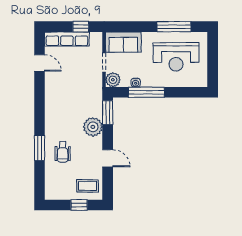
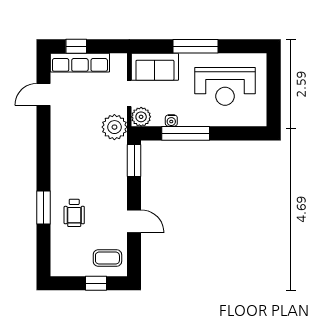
window: (81, 27) -> (76, 46), moved
window: (174, 27) -> (195, 46), moved
door: (40, 63) -> (43, 94), swing flipped
plant: (93, 127) -> (114, 127), moved

